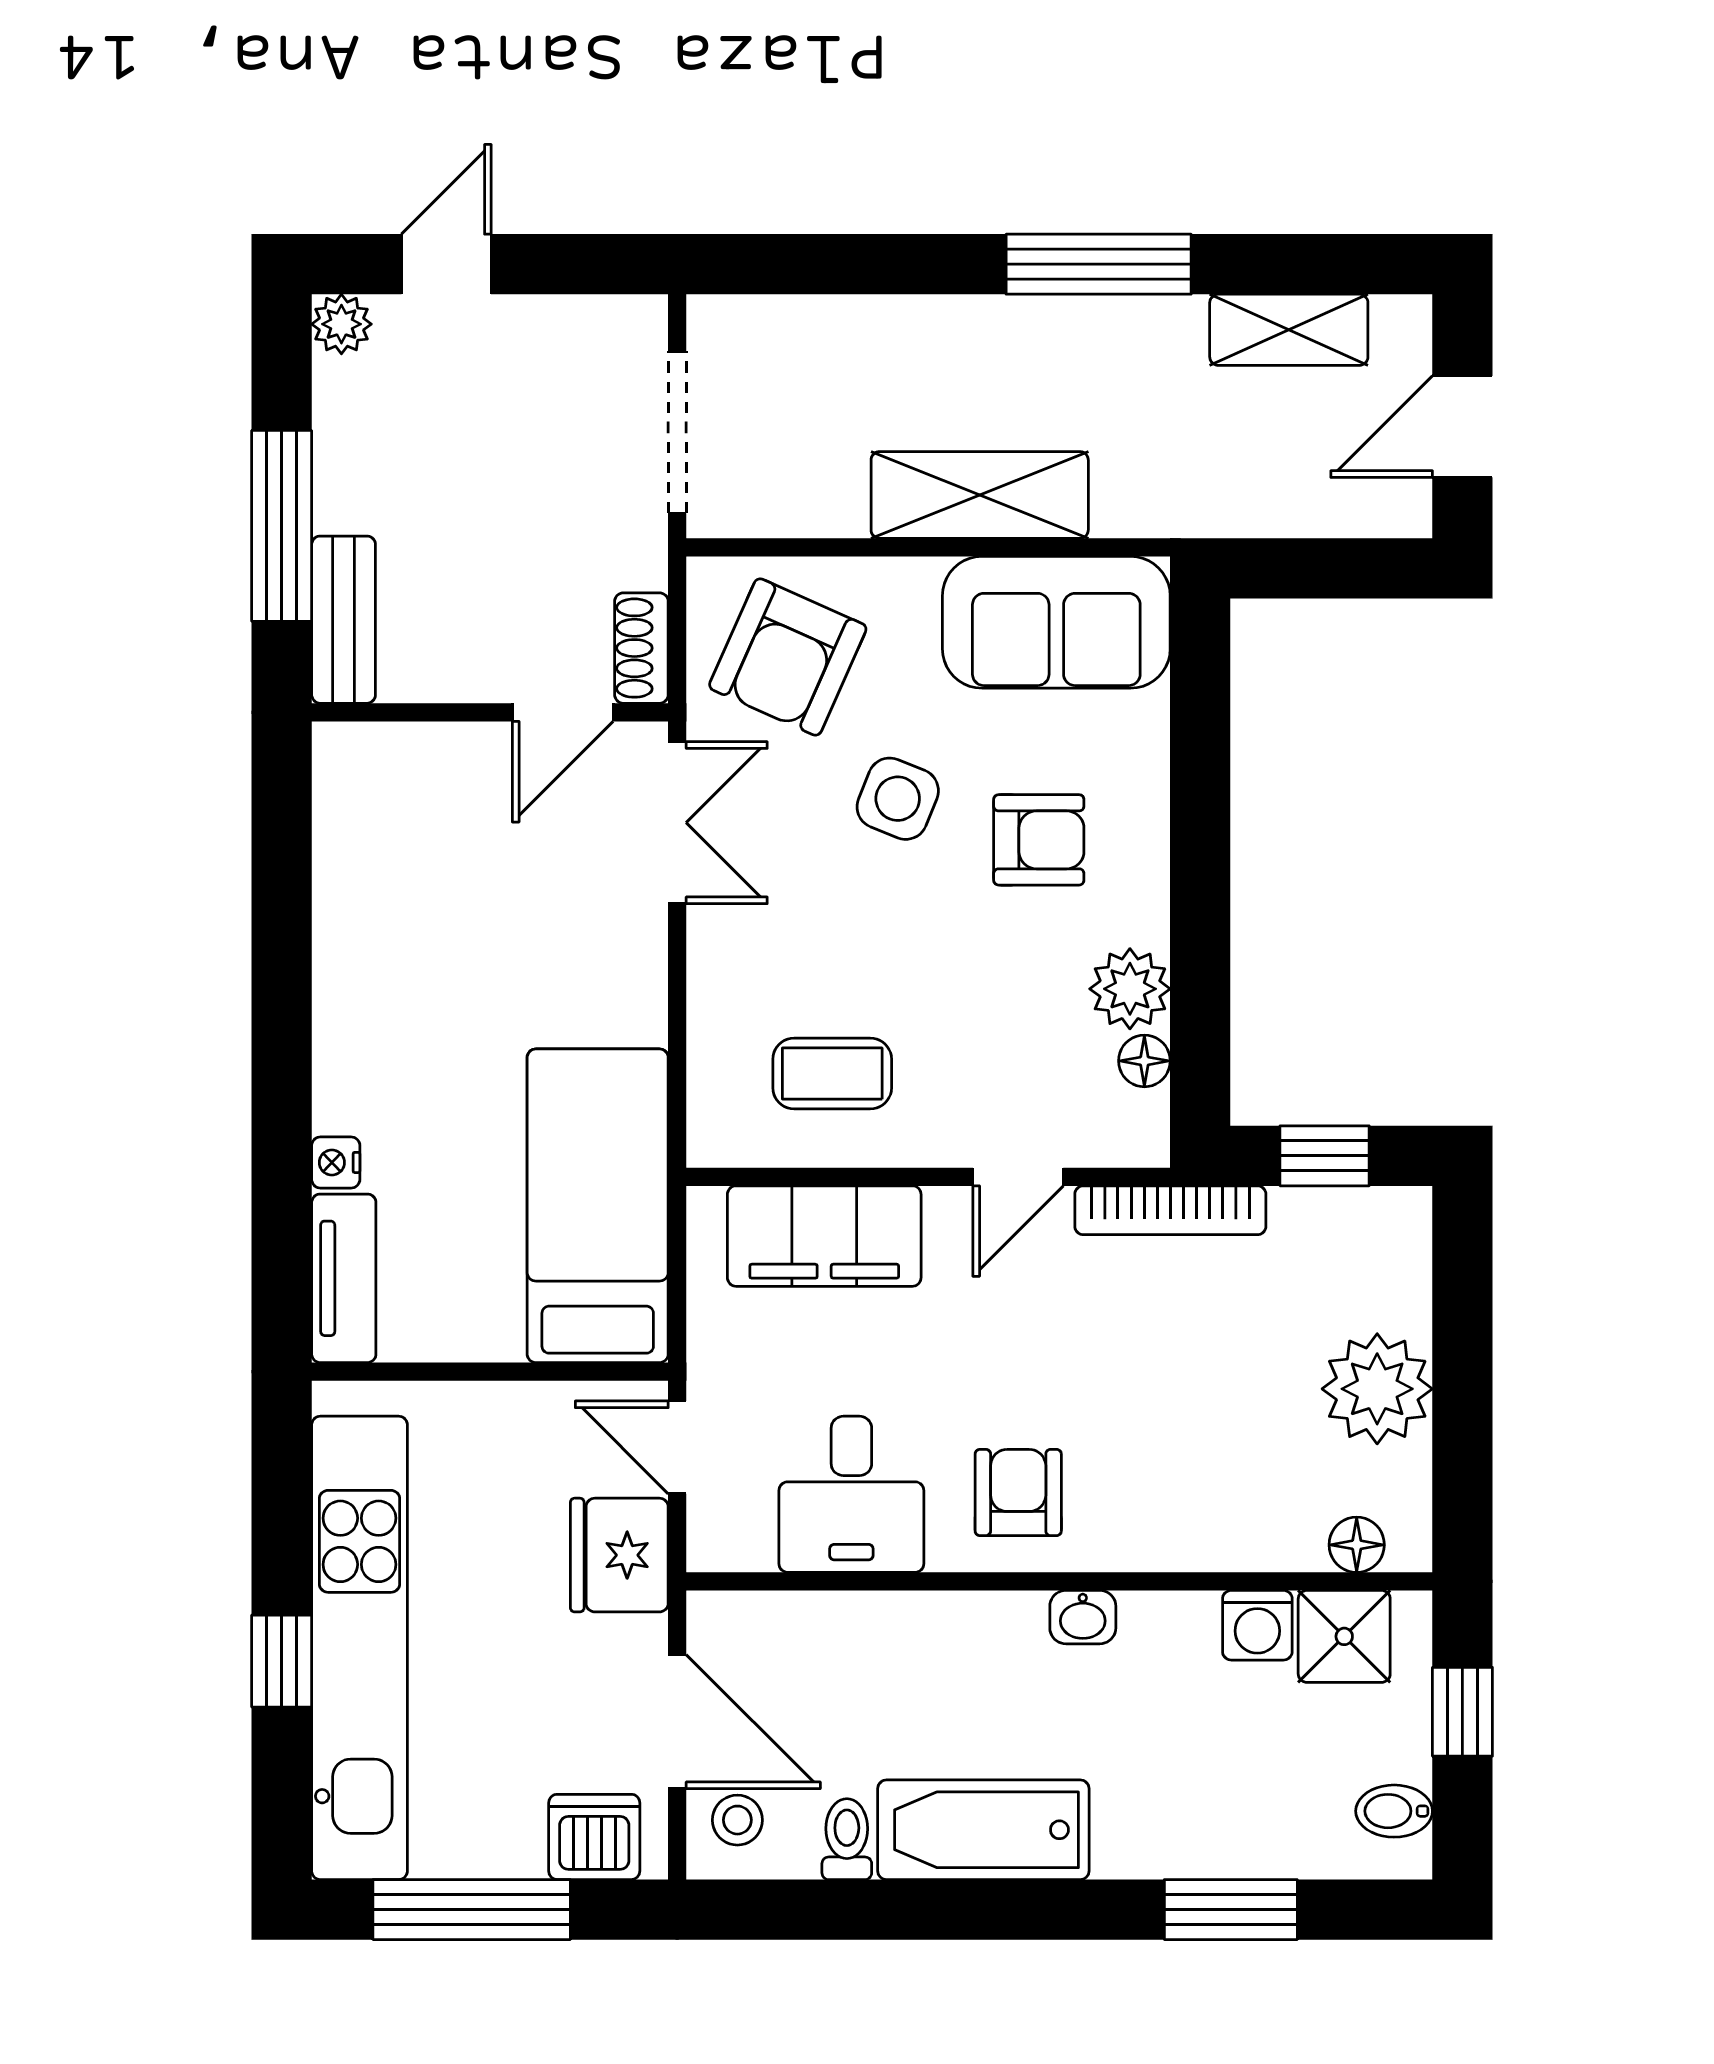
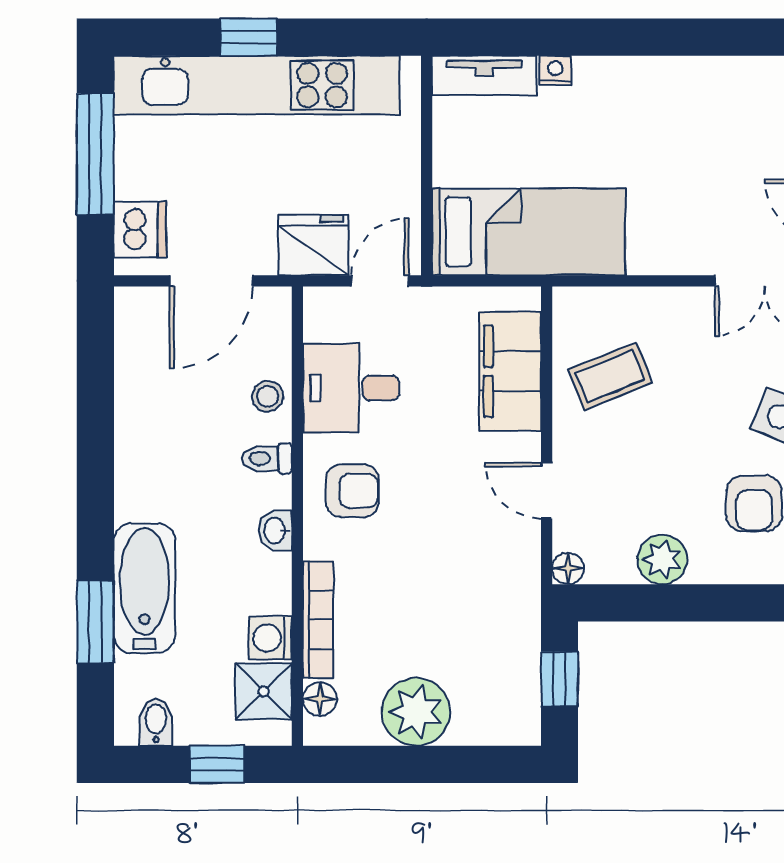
floor lamp: (1144, 1061) -> (568, 568), moved
coffee table: (832, 1073) -> (610, 376), turned 68
bookcase: (1170, 1210) -> (318, 620), moved, turned 180
stool: (737, 1820) -> (268, 396), moved
bathtub: (983, 1830) -> (144, 588), moved
toilet: (847, 1839) -> (267, 458), moved, turned 180

